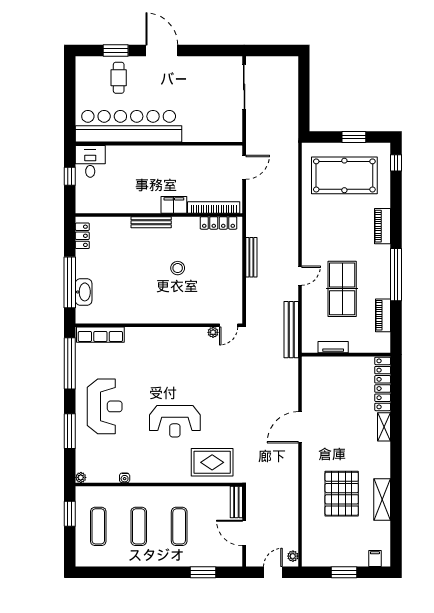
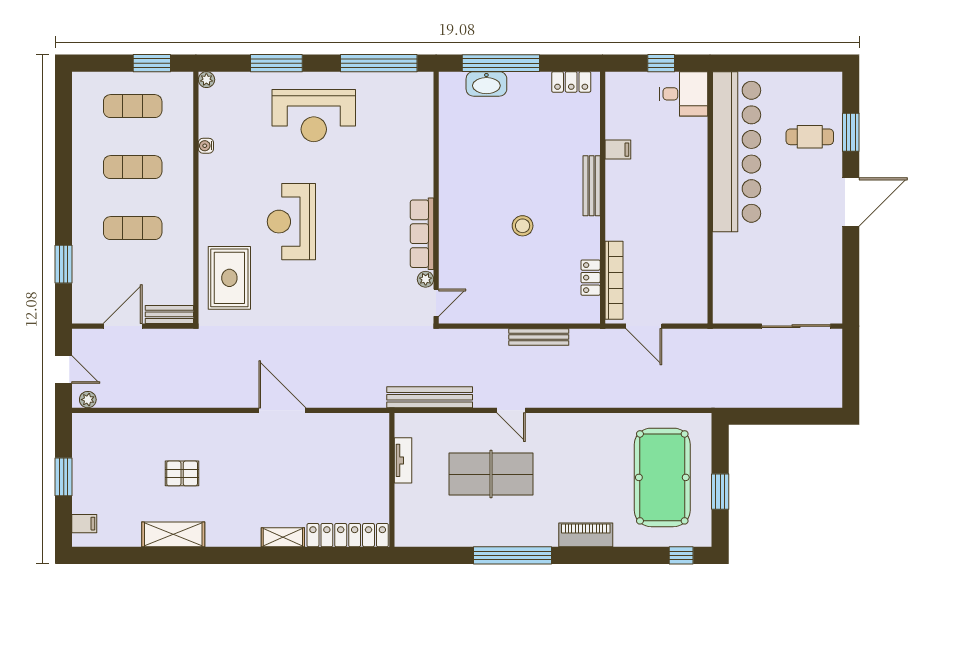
door: (244, 167) -> (644, 326), moved
filing cabinet: (174, 205) -> (618, 150), moved, width x0.50
locker: (219, 223) -> (591, 278), width x0.66
piano: (383, 315) -> (451, 536), removed
door: (229, 325) -> (436, 303), swing flipped
row of seats: (100, 335) -> (422, 234), moved
pallet: (342, 494) -> (182, 473), width x0.49, depth x0.50

